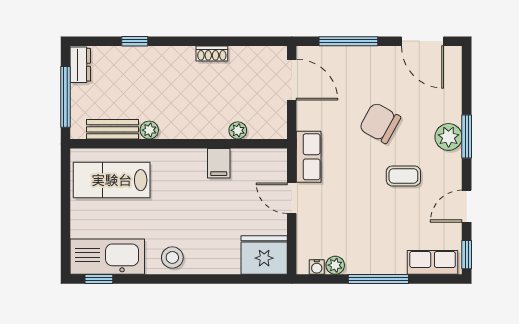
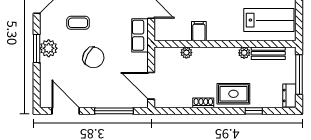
rug: (166, 67) -> (233, 94), added

